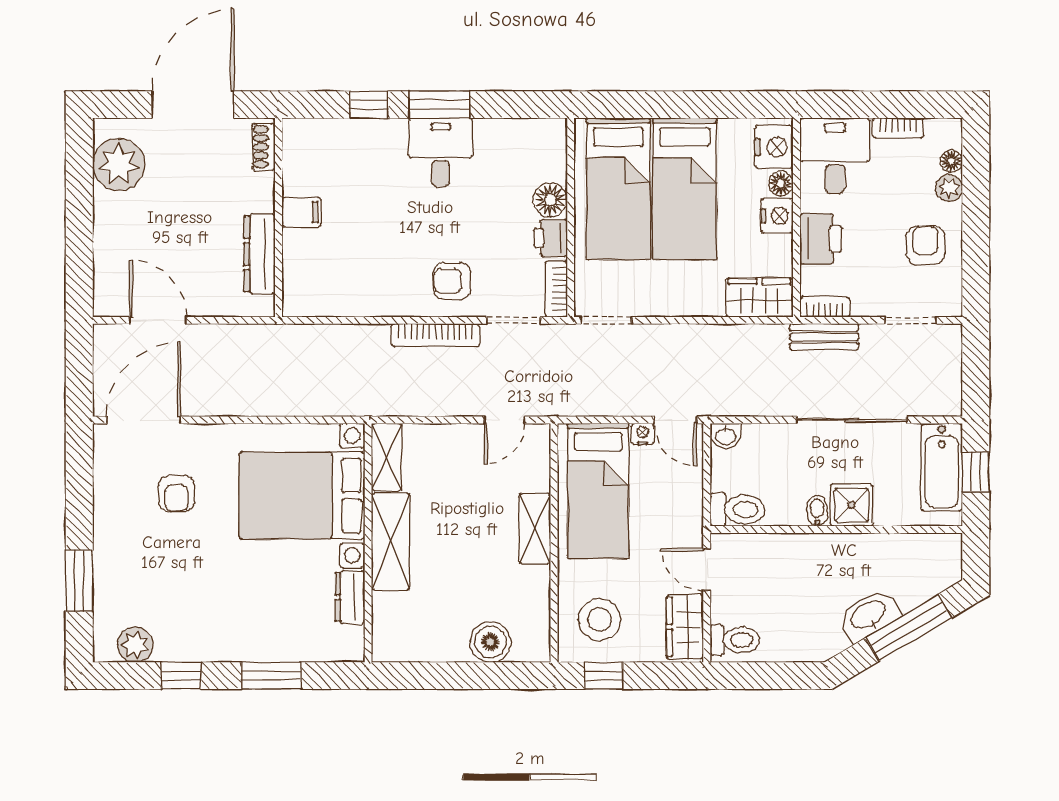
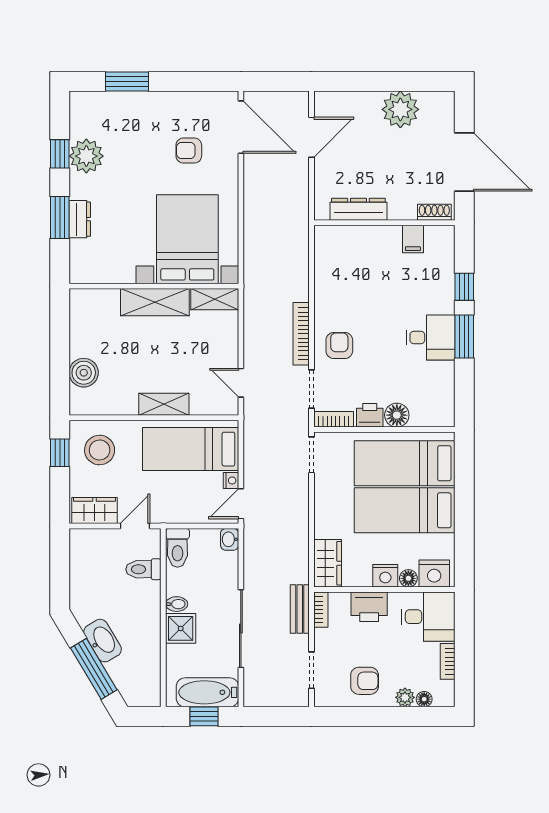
plant: (119, 164) -> (400, 109), moved
filing cabinet: (301, 212) -> (413, 239), moved
dresser: (350, 597) -> (80, 219), moved, turned 90
toilet: (735, 640) -> (143, 569), moved, turned 90
plant: (135, 645) -> (86, 156), moved, width x1.36, depth x1.36

